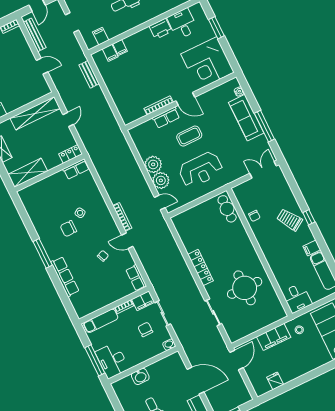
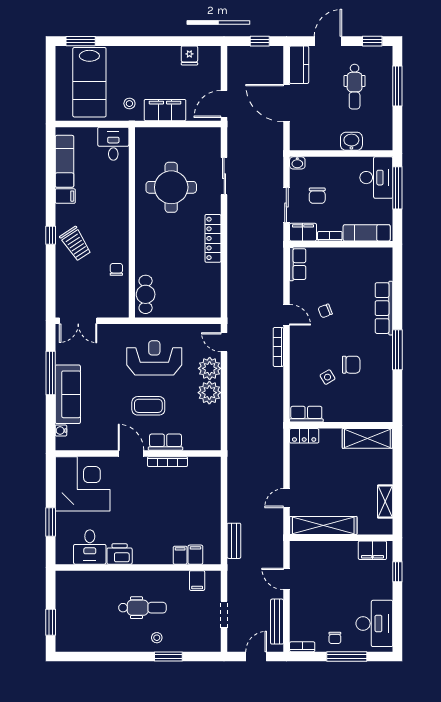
locker: (71, 154) -> (304, 436), moved
row of seats: (76, 169) -> (306, 414), moved
shelving: (28, 173) -> (367, 438), moved
wall: (49, 173) -> (341, 425), moved

